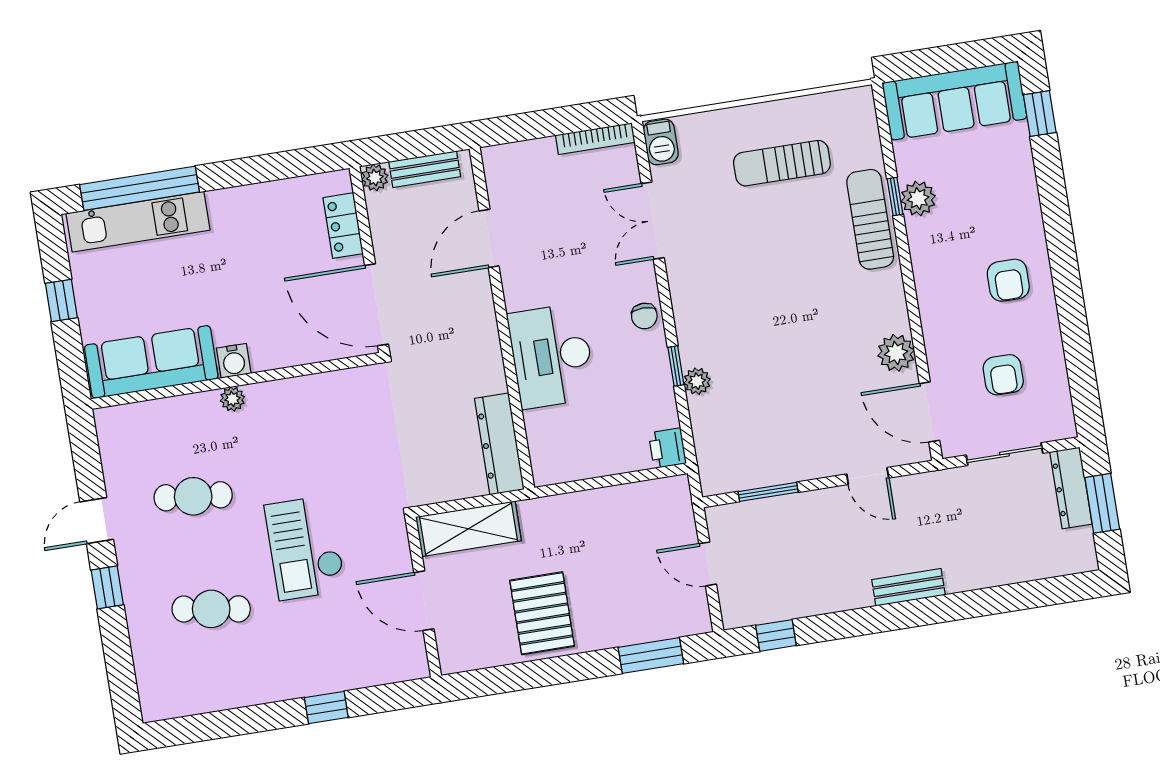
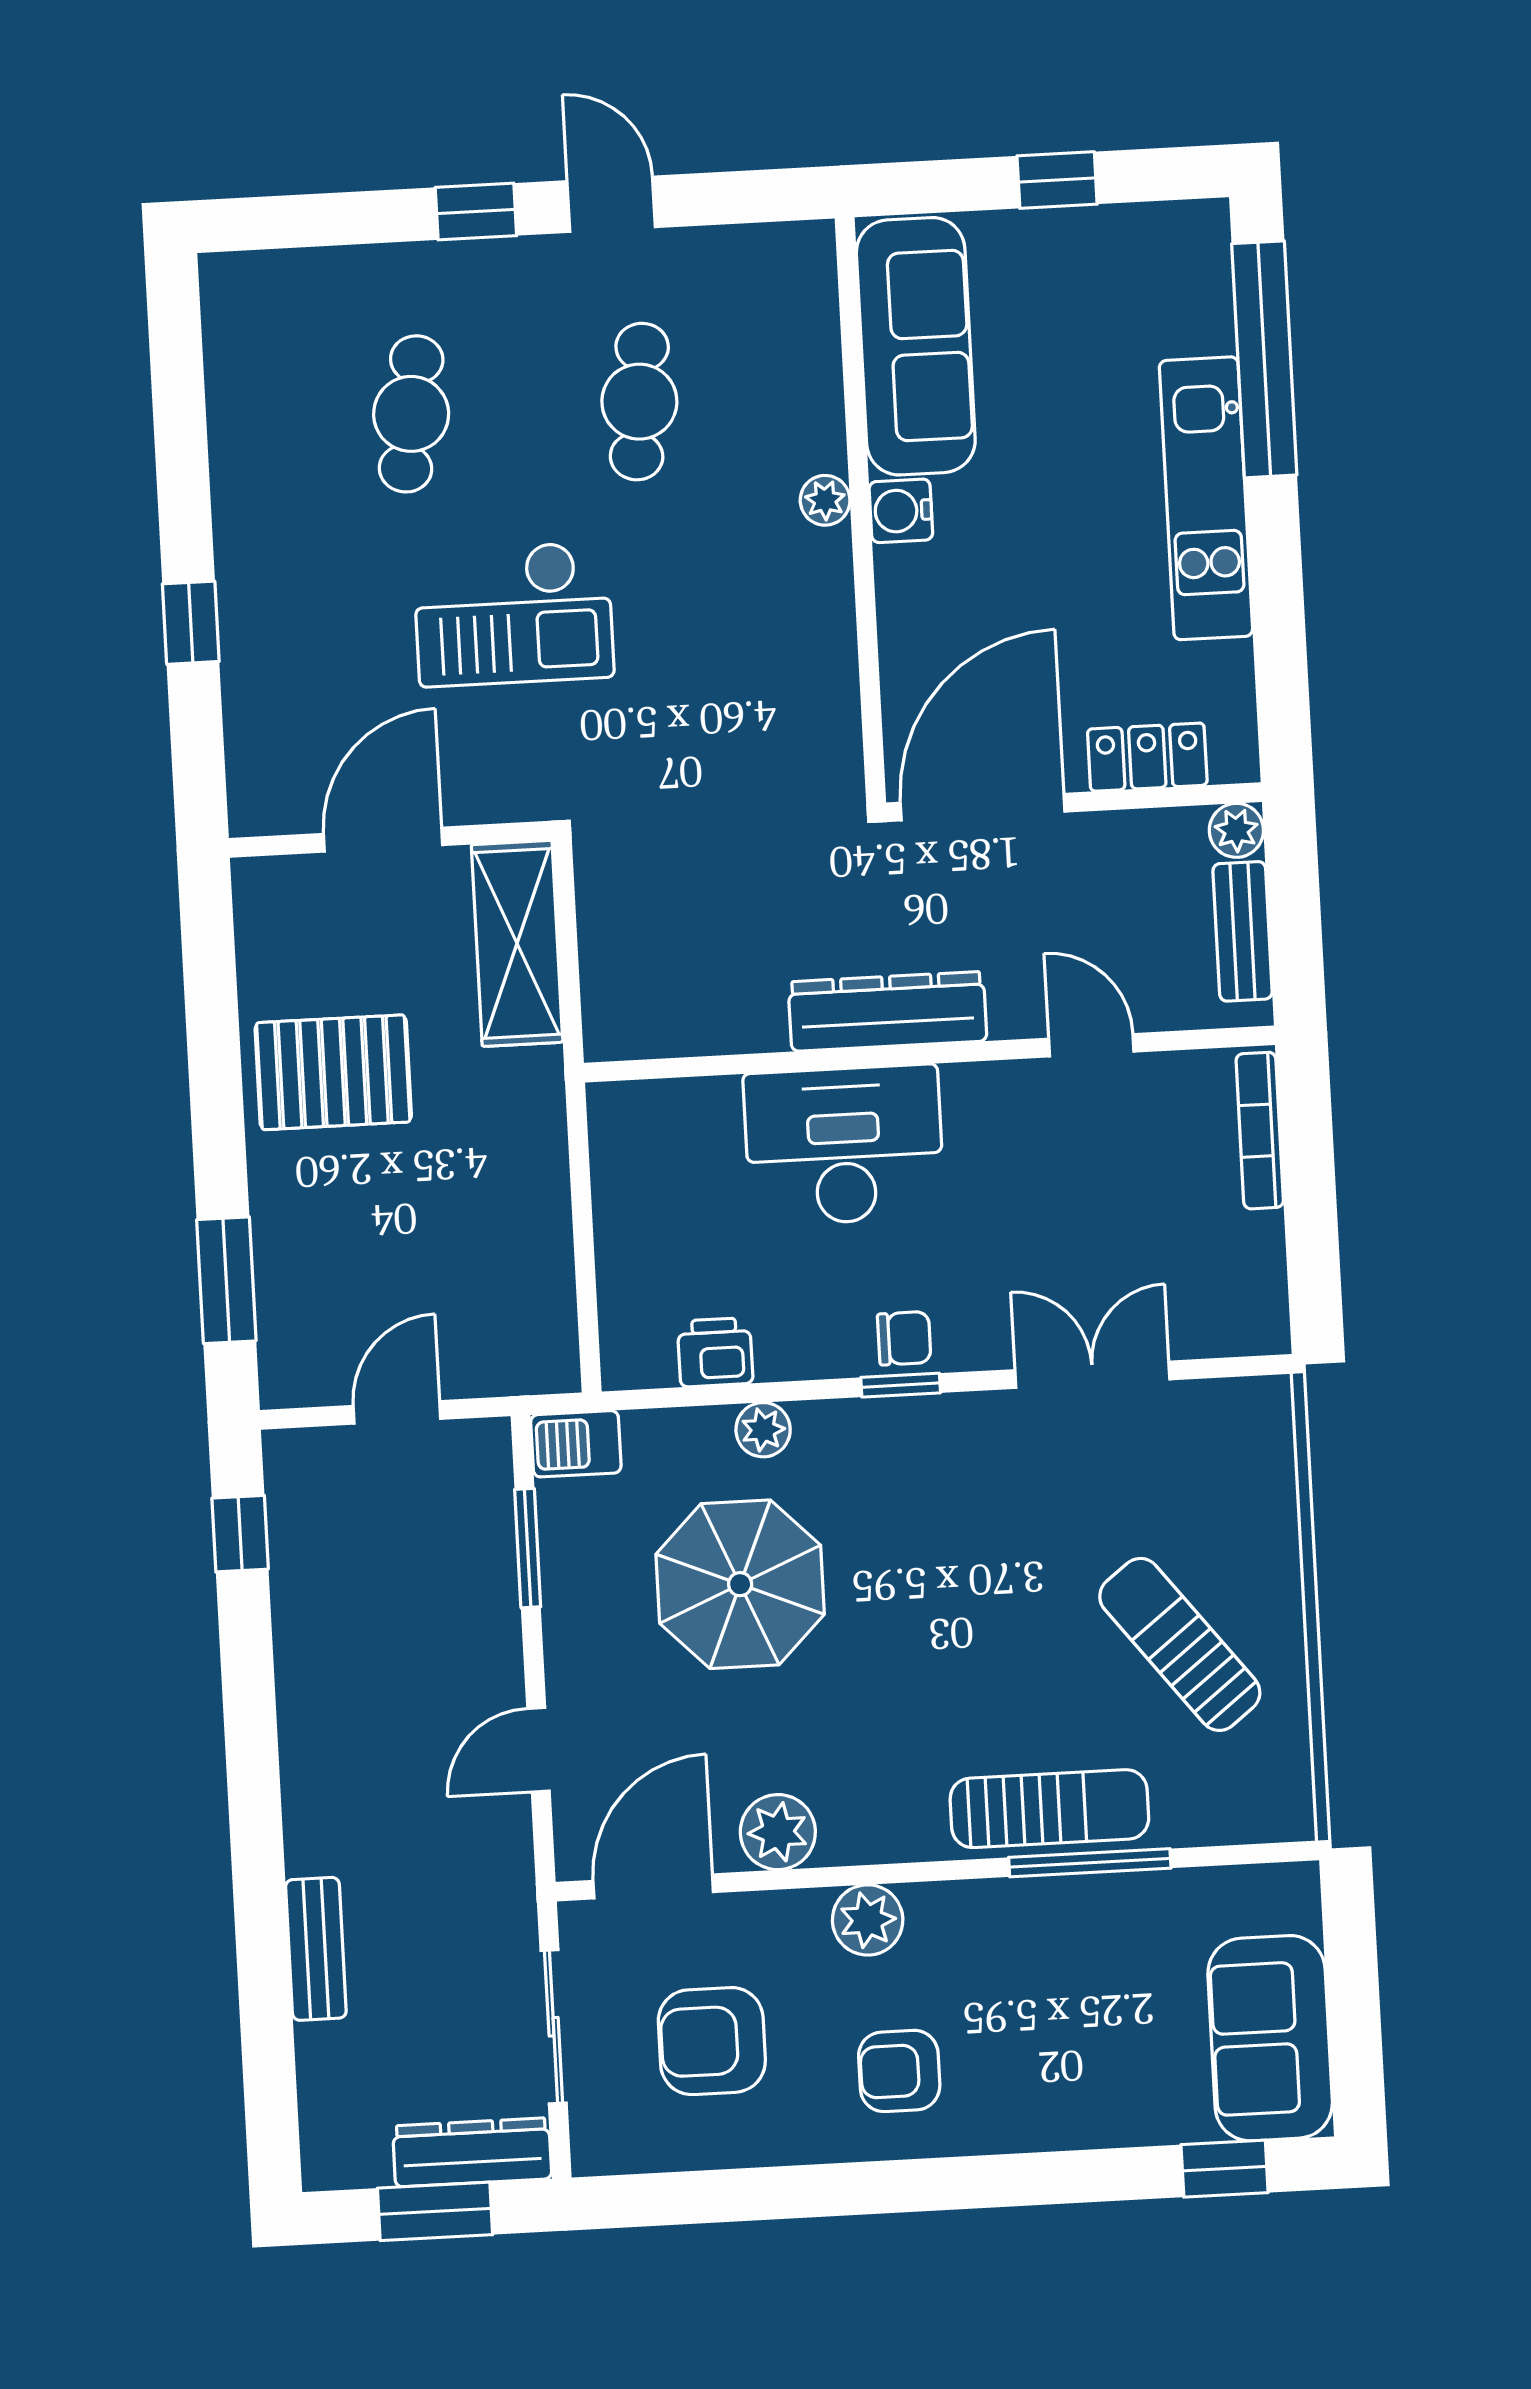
sofa: (955, 101) -> (1270, 2038), width x0.73
bookcase: (595, 139) -> (1260, 1131), moved
barbecue: (661, 142) -> (576, 1444), moved
sun lounger: (782, 163) -> (1180, 1644), turned -38
window: (895, 196) -> (1090, 1863), width x2.17
plant: (918, 199) -> (868, 1920), moved
kitchen unit: (138, 222) -> (1206, 498), moved
door: (489, 238) -> (1091, 1045), width x0.73
chair: (644, 316) -> (904, 1338), turned 180
window: (676, 366) -> (901, 1385), moved
armchair: (1003, 375) -> (712, 2041), width x1.38, depth x1.38
parasol: (775, 385) -> (740, 1584), added
dresser: (499, 444) -> (887, 1011), moved
printer: (667, 448) -> (715, 1352), moved
checkout: (305, 548) -> (513, 614), turned 180
bench: (908, 587) -> (316, 1949), moved

